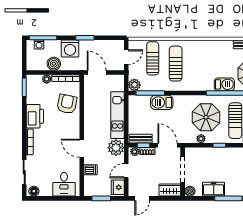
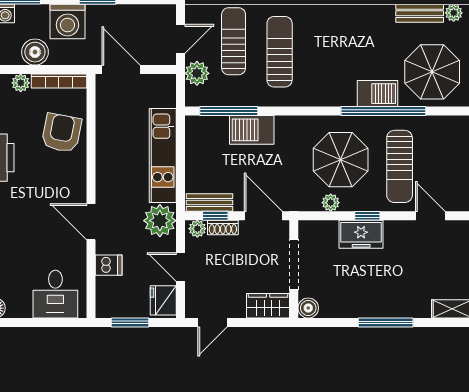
plant: (134, 85) -> (197, 73), moved
door: (126, 171) -> (180, 267), hinge flipped
freezer: (214, 189) -> (361, 234), moved, turned 180

